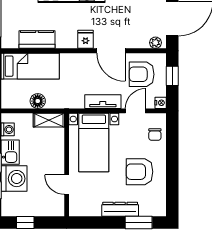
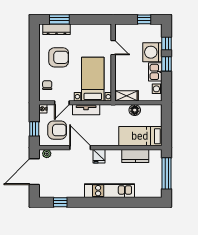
dresser: (120, 209) -> (57, 29), moved

